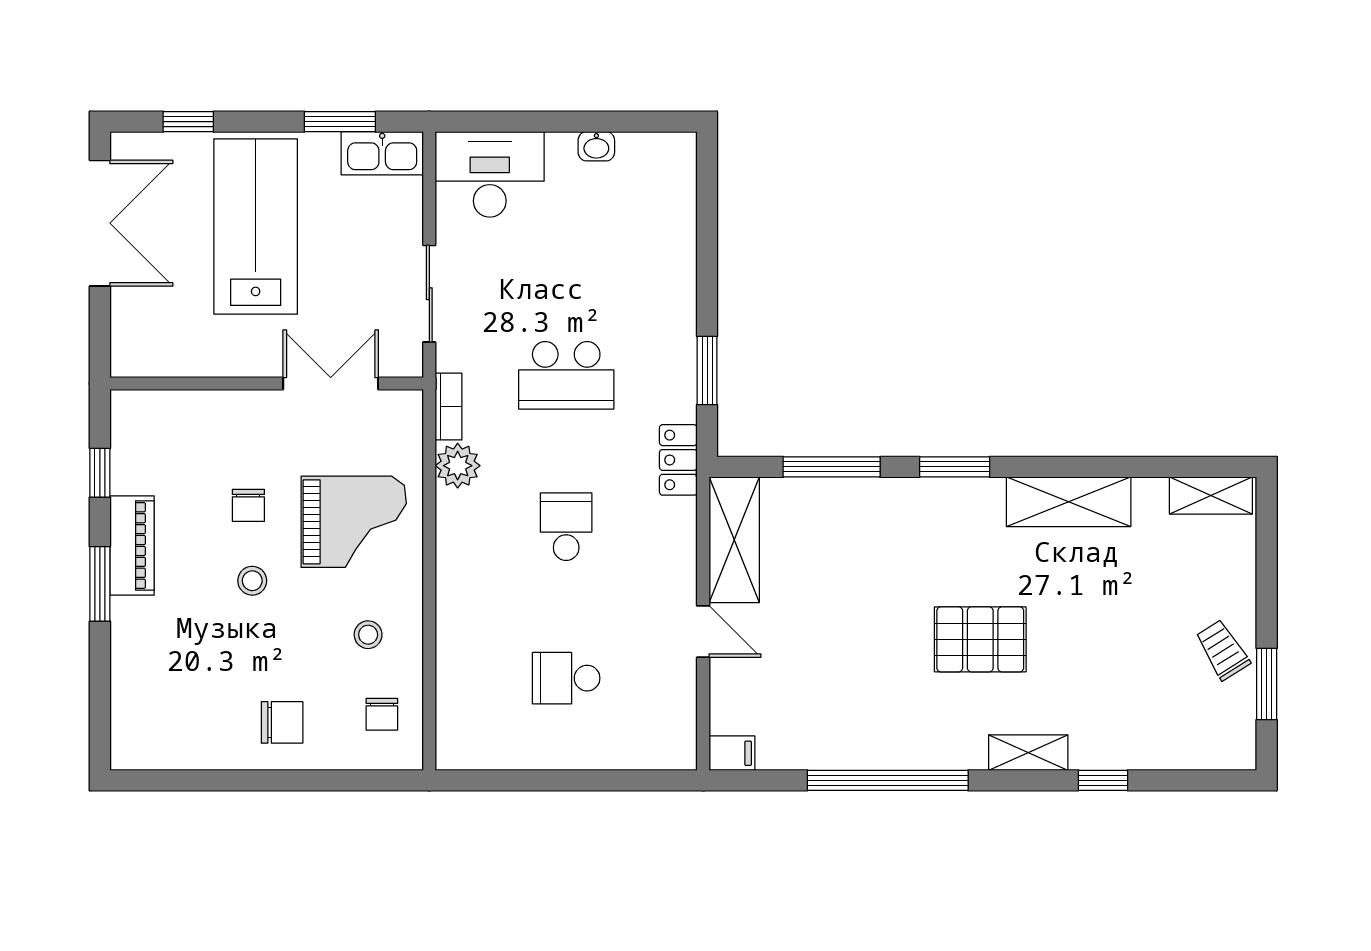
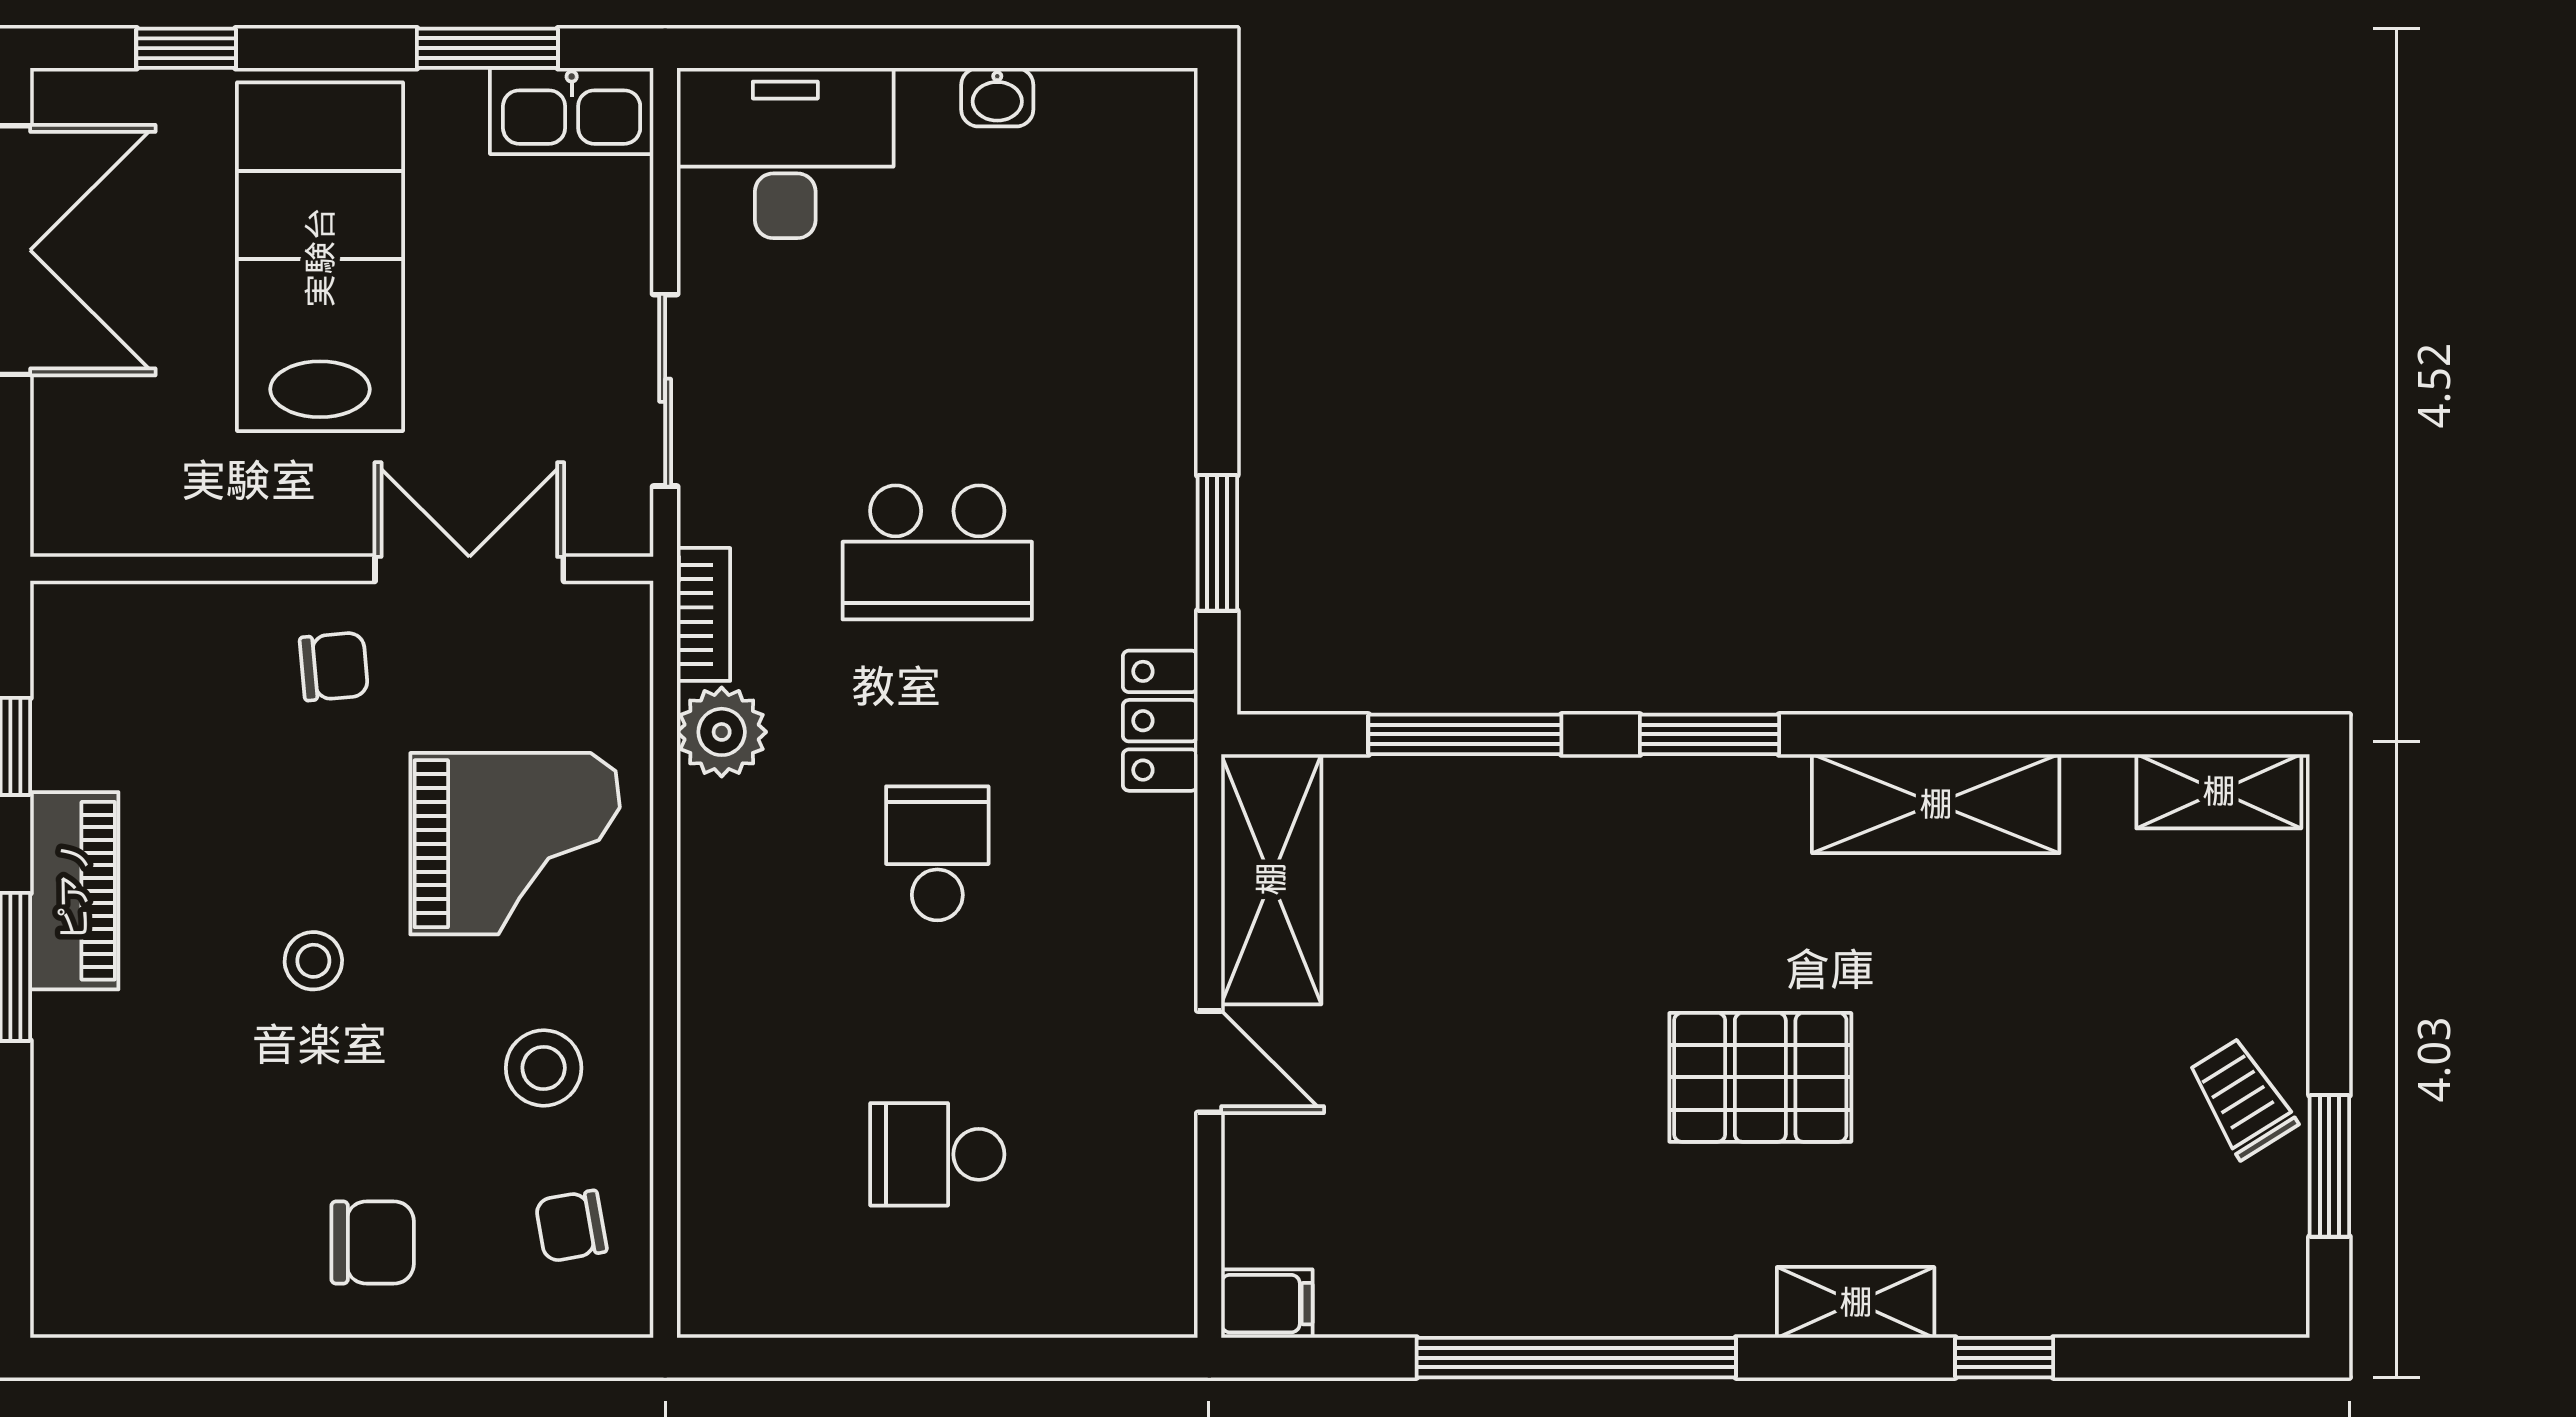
chair: (248, 505) -> (334, 666), moved, turned -95
stool: (368, 635) -> (544, 1068), width x1.37, depth x1.37
chair: (382, 714) -> (571, 1226), turned 80

